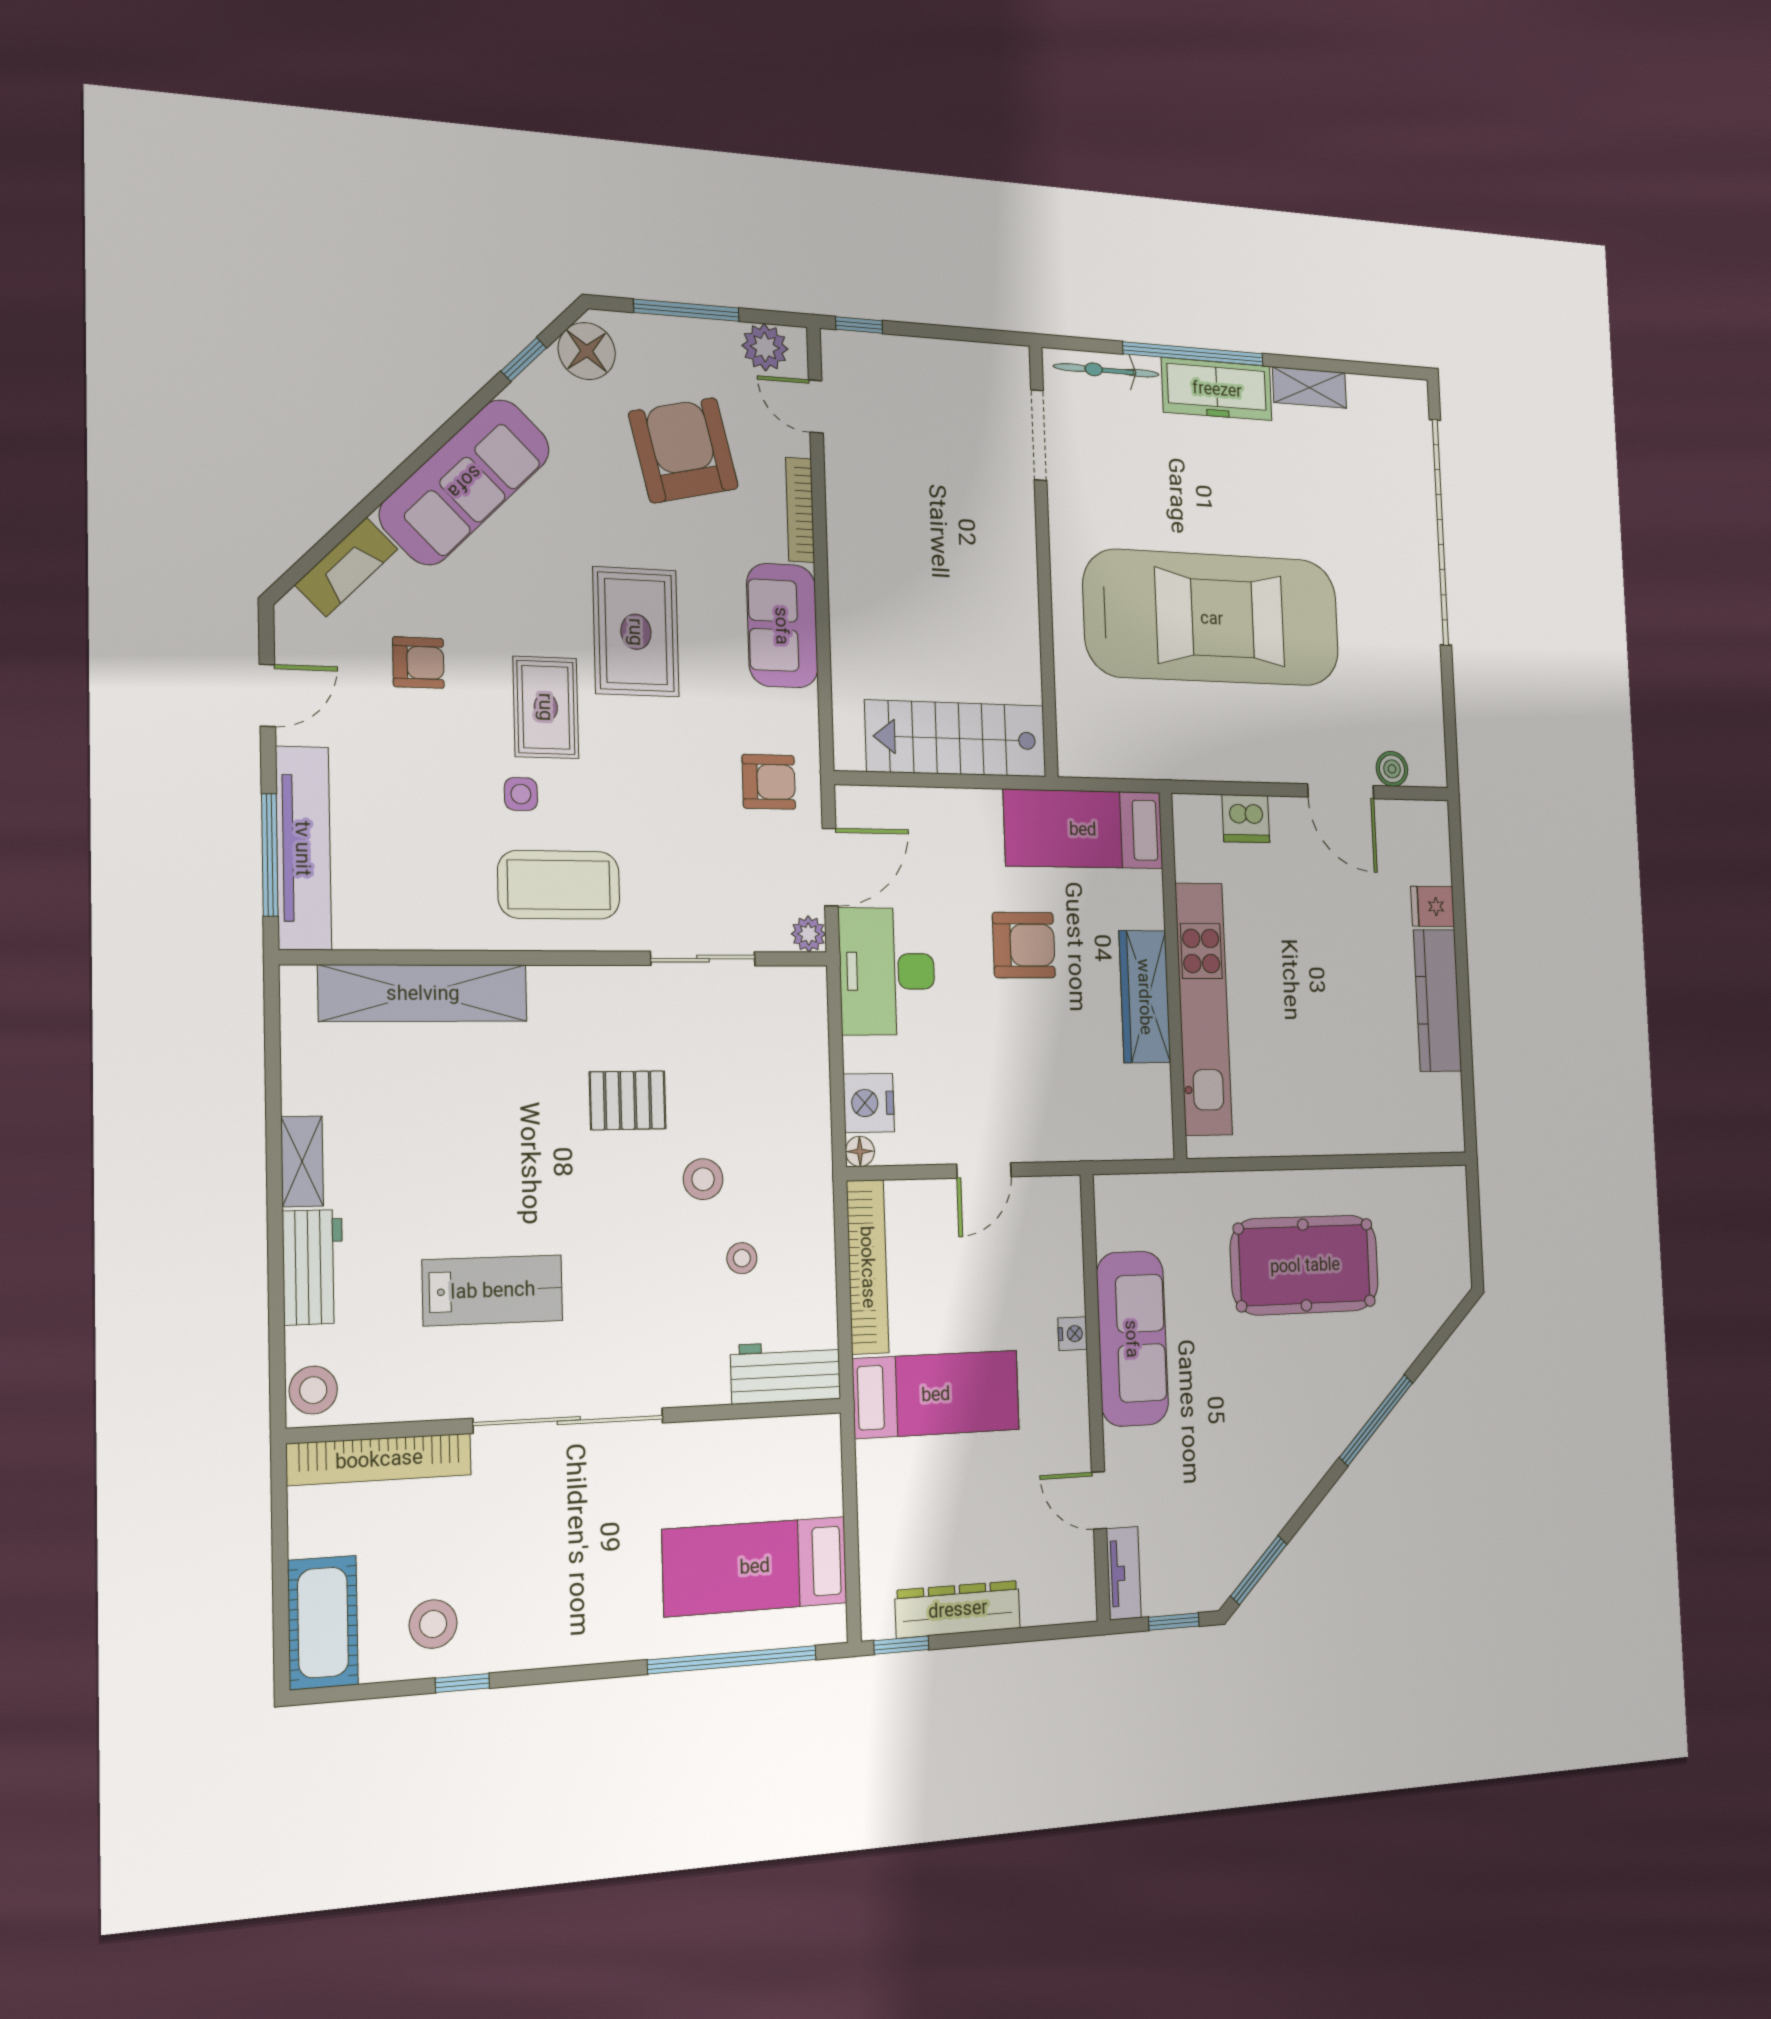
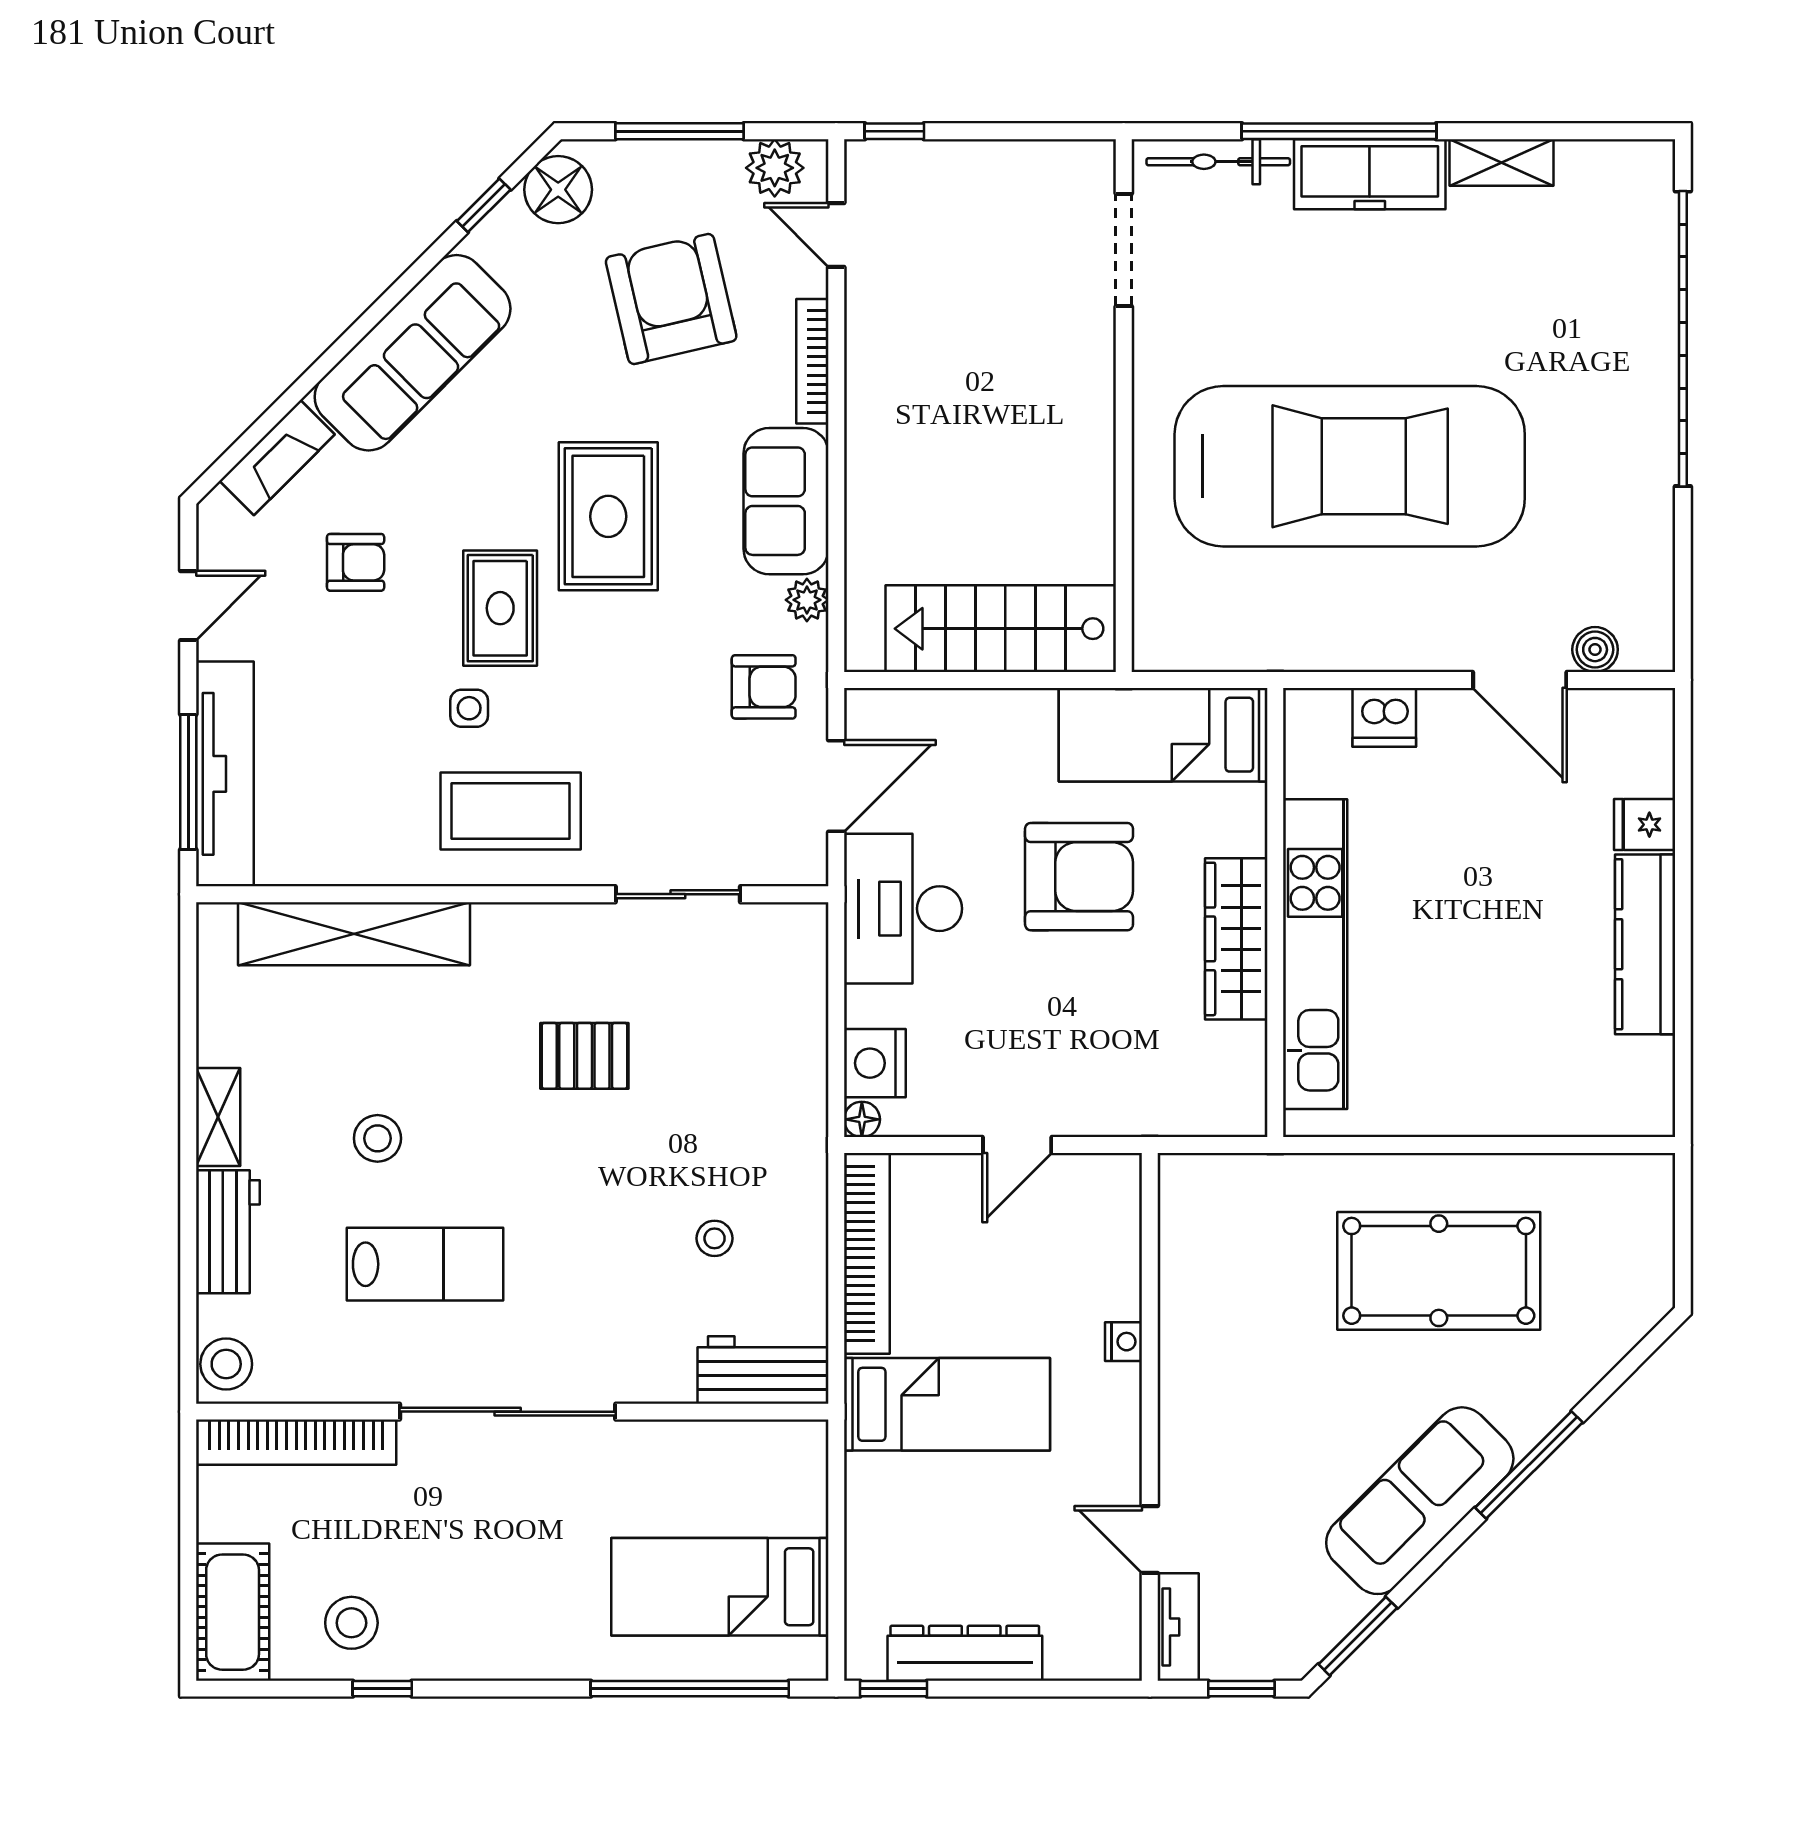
plant: (809, 934) -> (807, 600), moved
armchair: (1024, 945) -> (1079, 877), width x1.36, depth x1.36
stool: (703, 1179) -> (377, 1138), moved
sofa: (1132, 1339) -> (1420, 1501), moved, turned -135

